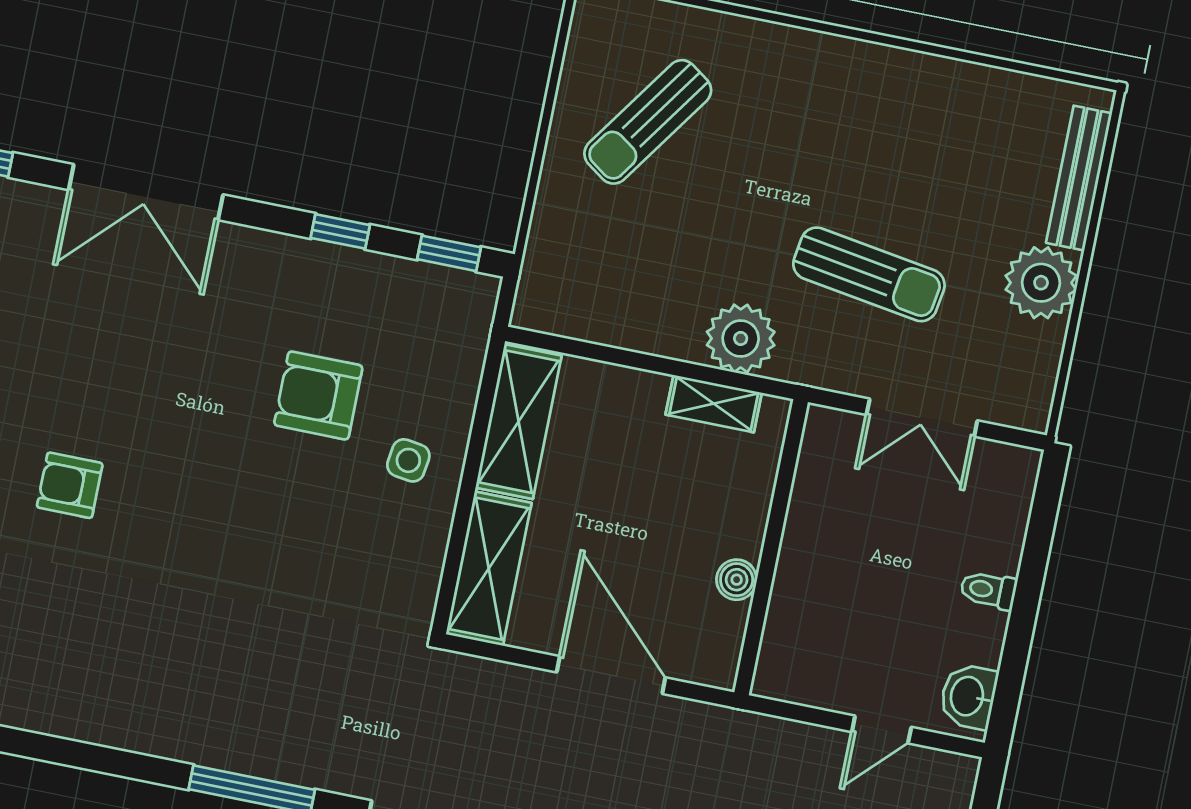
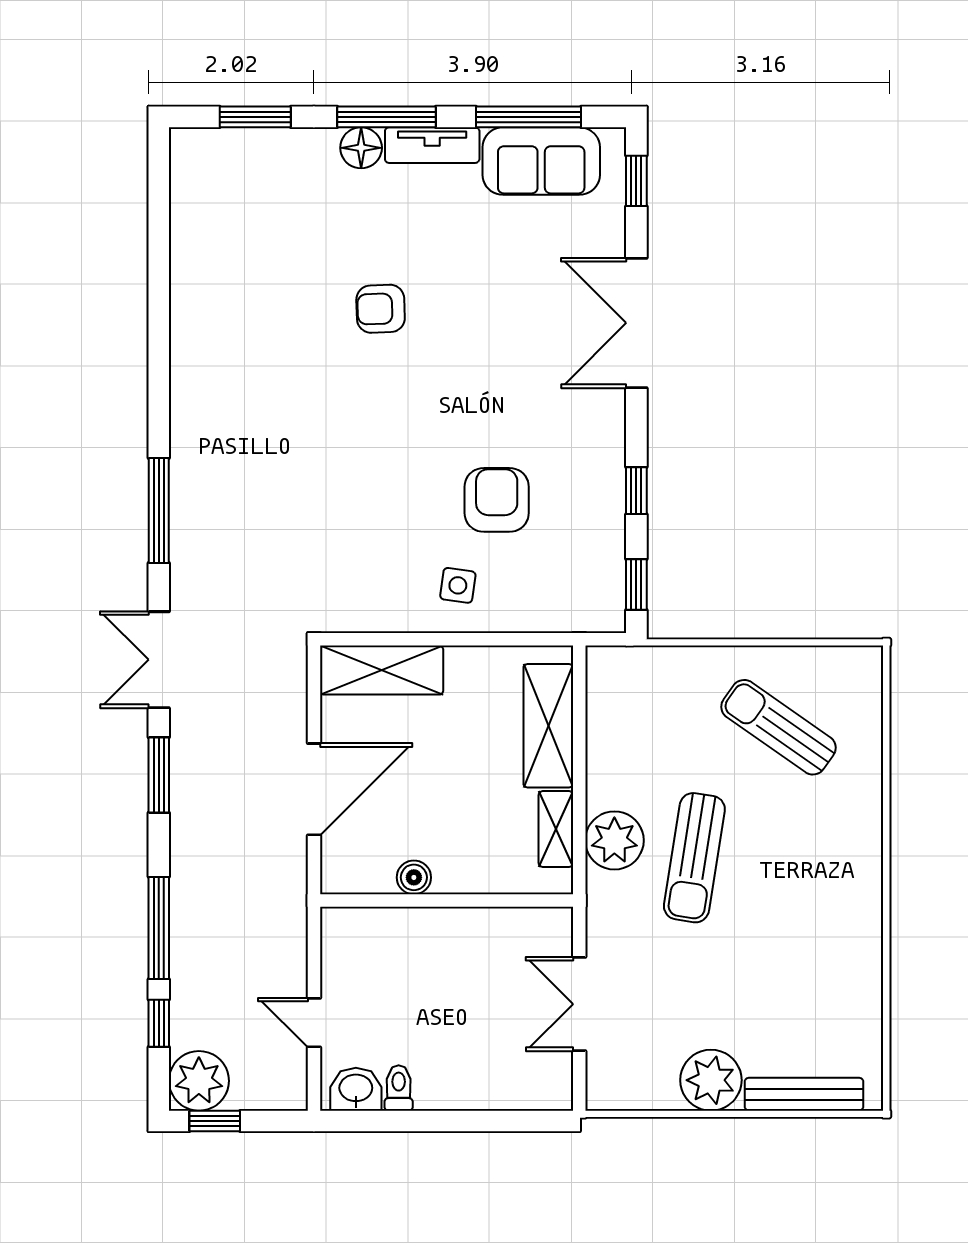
sun lounger: (869, 274) -> (694, 858), moved
shelving: (519, 422) -> (548, 726), moved, turned 90
armchair: (70, 485) -> (381, 309), turned -92
toilet: (988, 590) -> (399, 1088), moved

